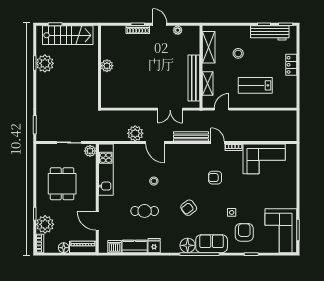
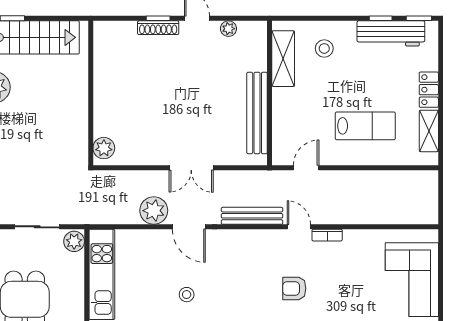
stool: (238, 53) -> (324, 48), moved
plant: (107, 66) -> (104, 148), moved
shelving: (208, 84) -> (429, 131), moved
lab bench: (255, 85) -> (365, 126), turned 180
double door: (170, 109) -> (191, 168), moved
corner sofa: (264, 159) -> (412, 280), moved, turned 90

